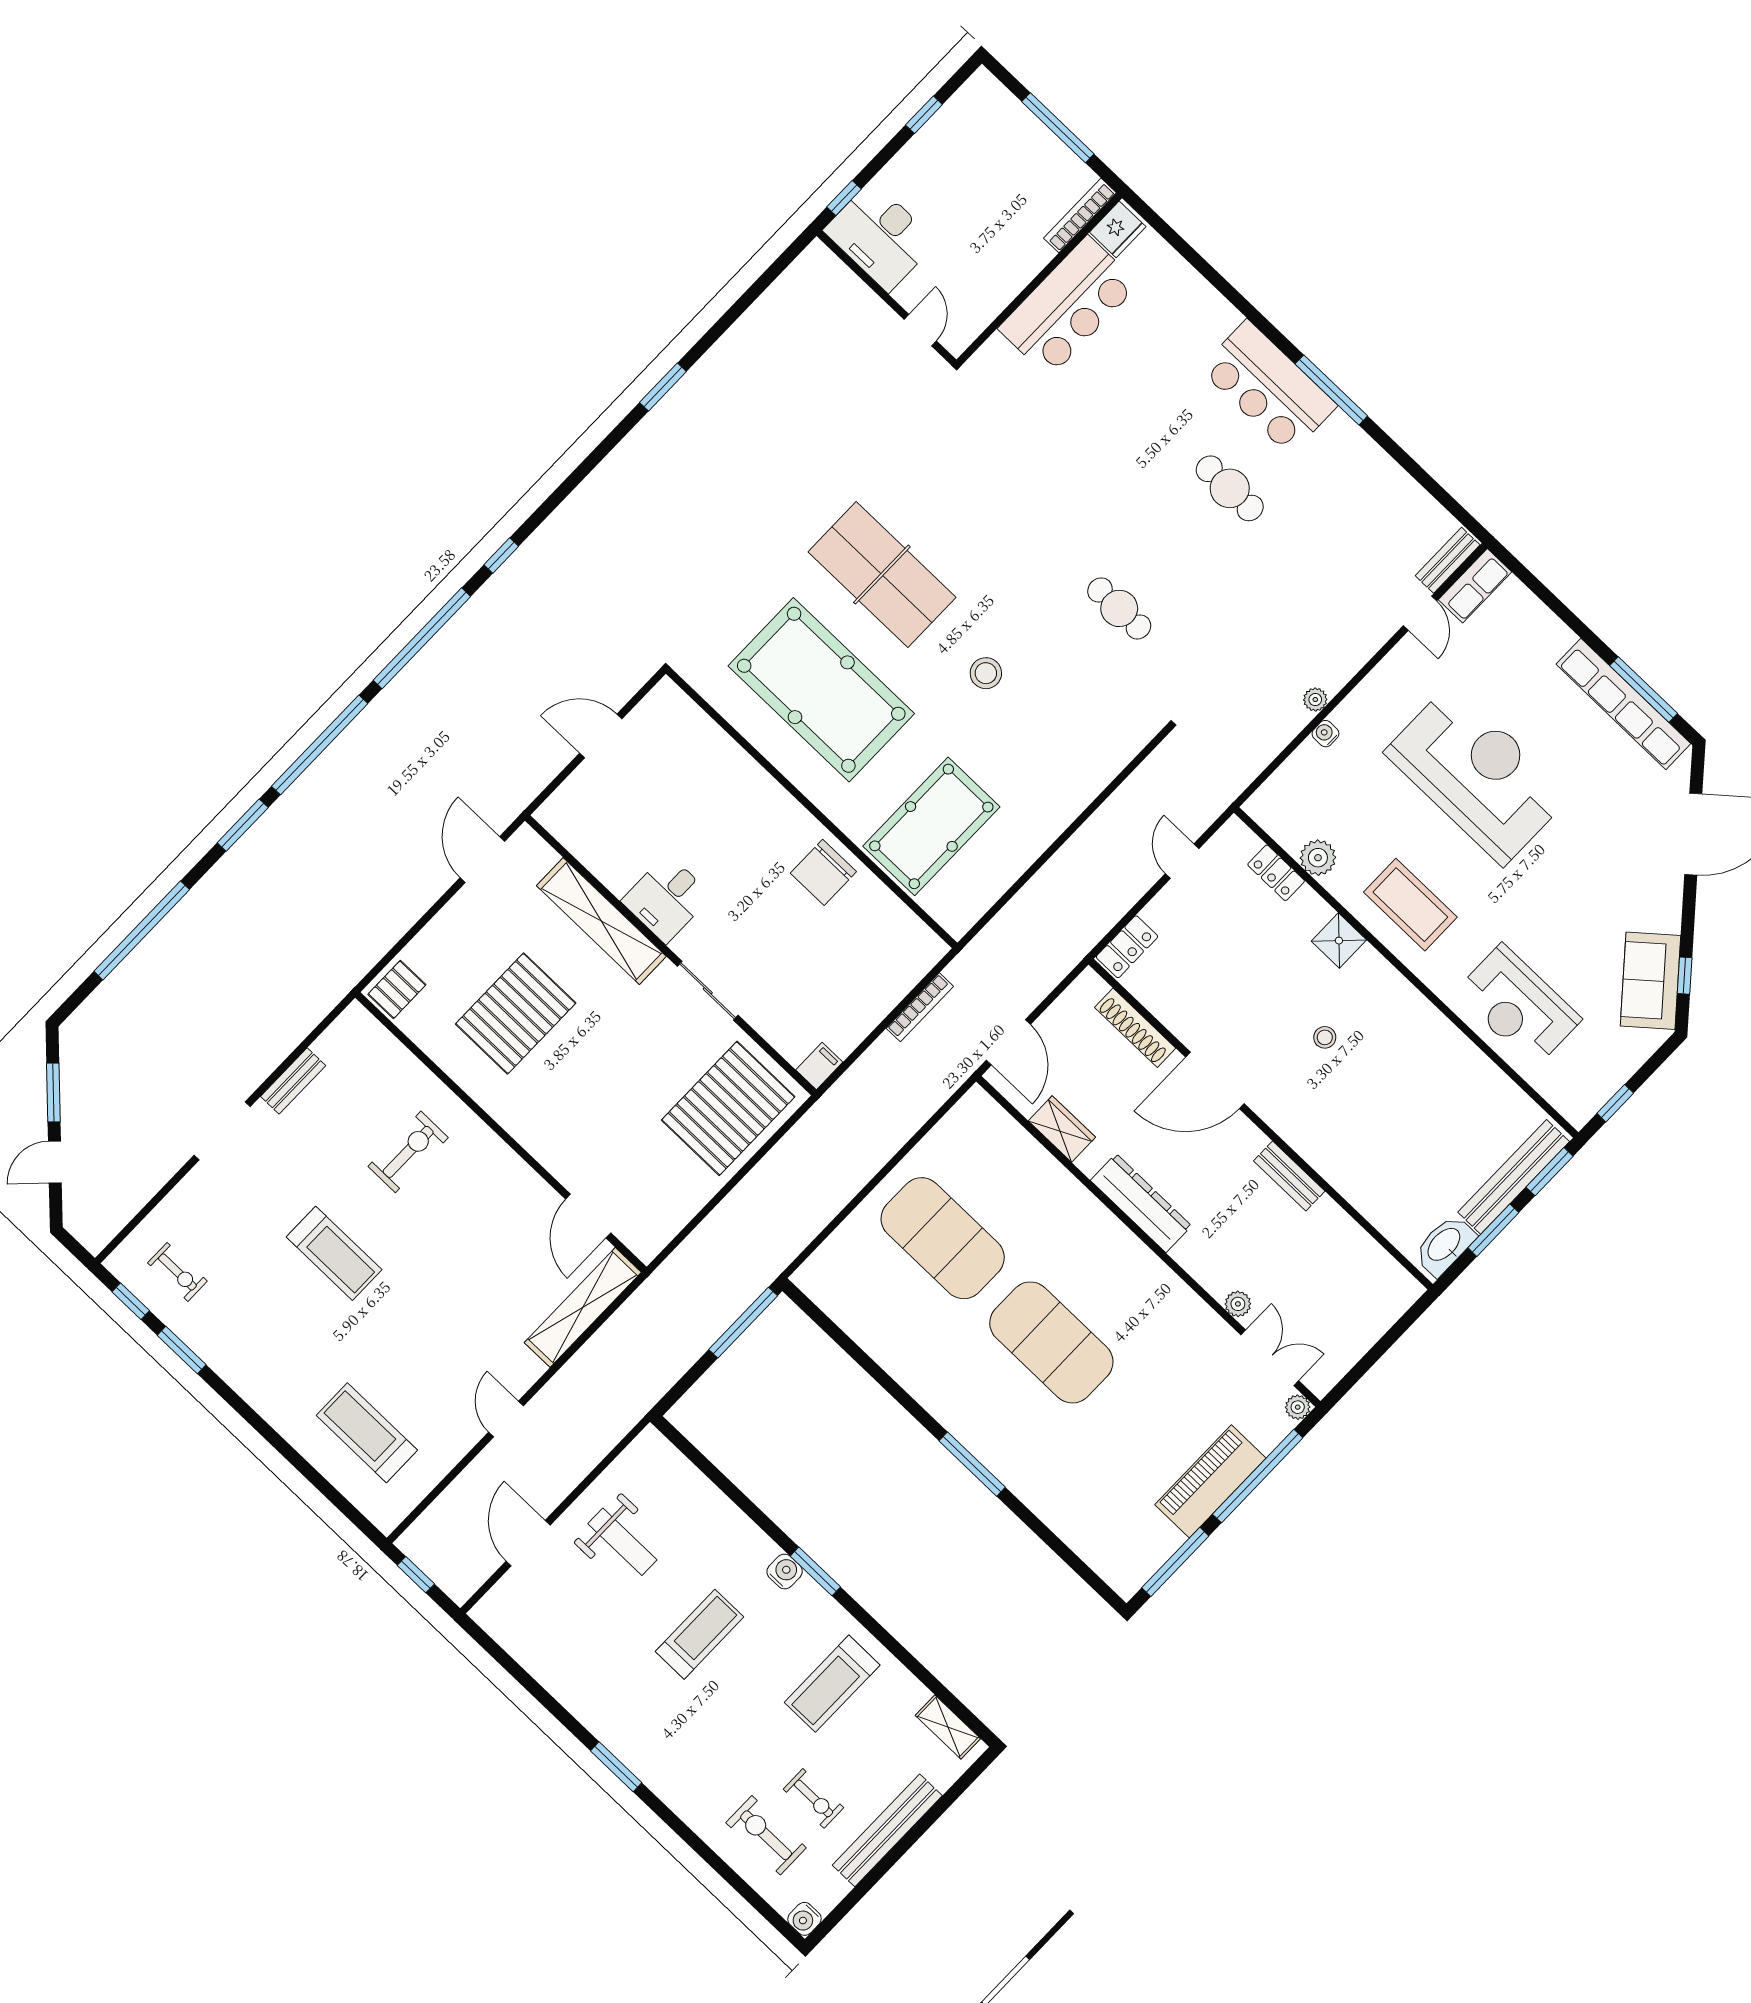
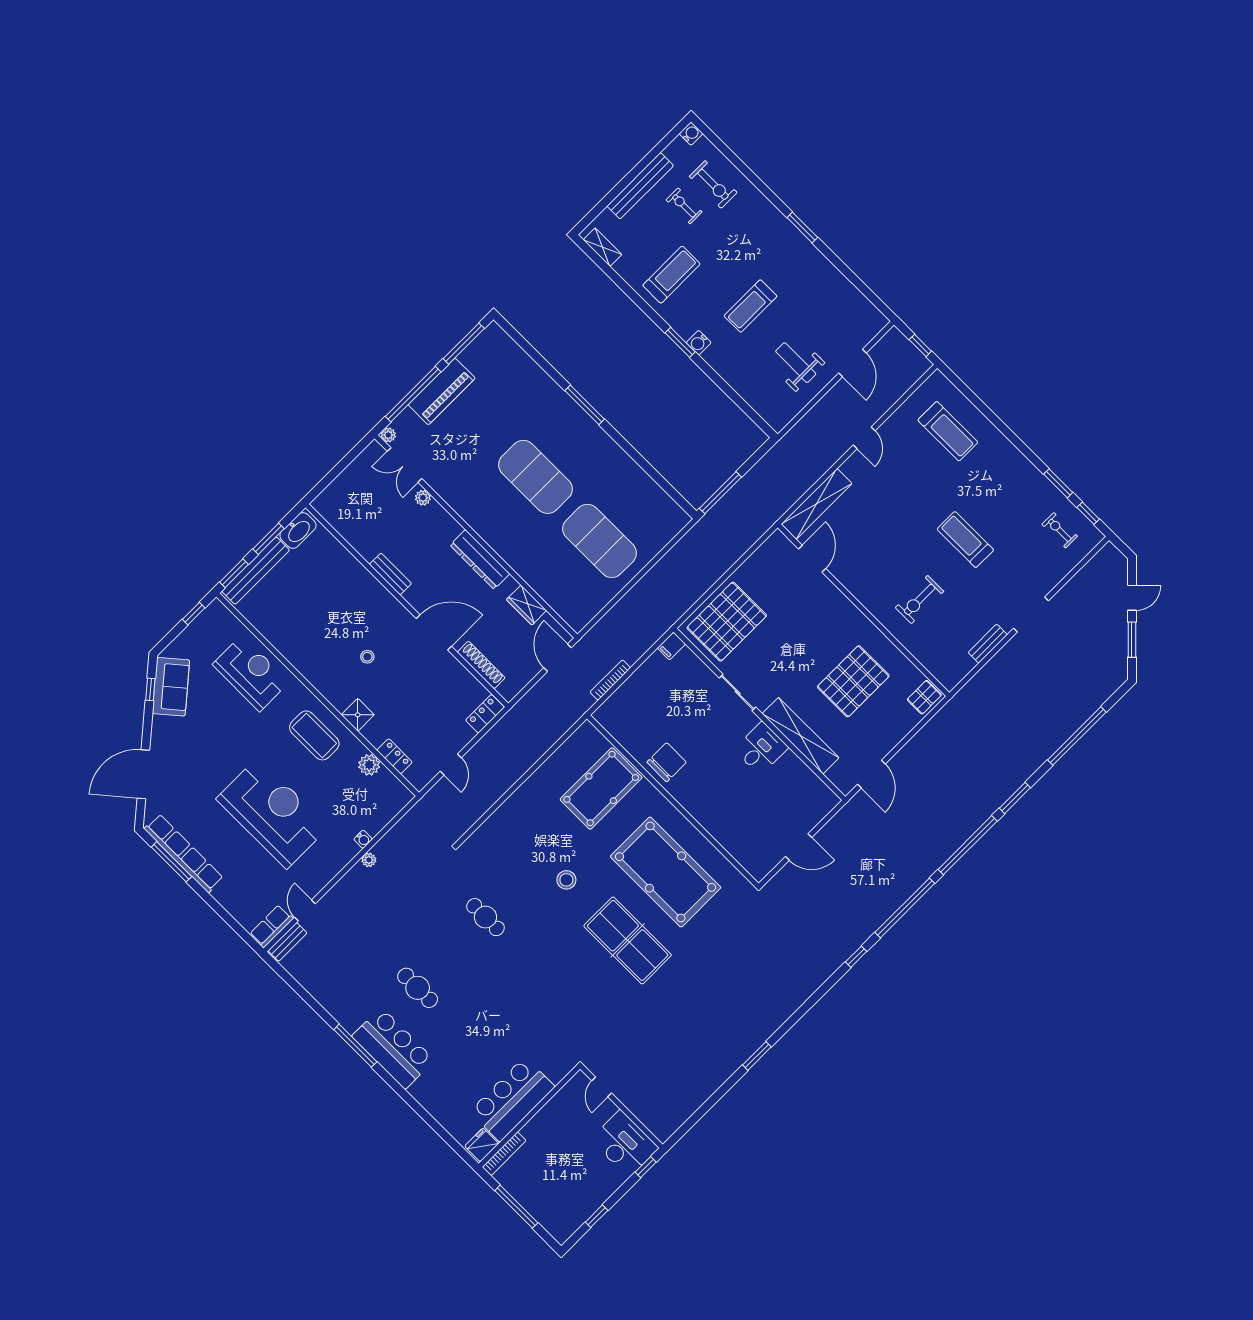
reception desk: (1477, 774) -> (272, 813), turned 180

